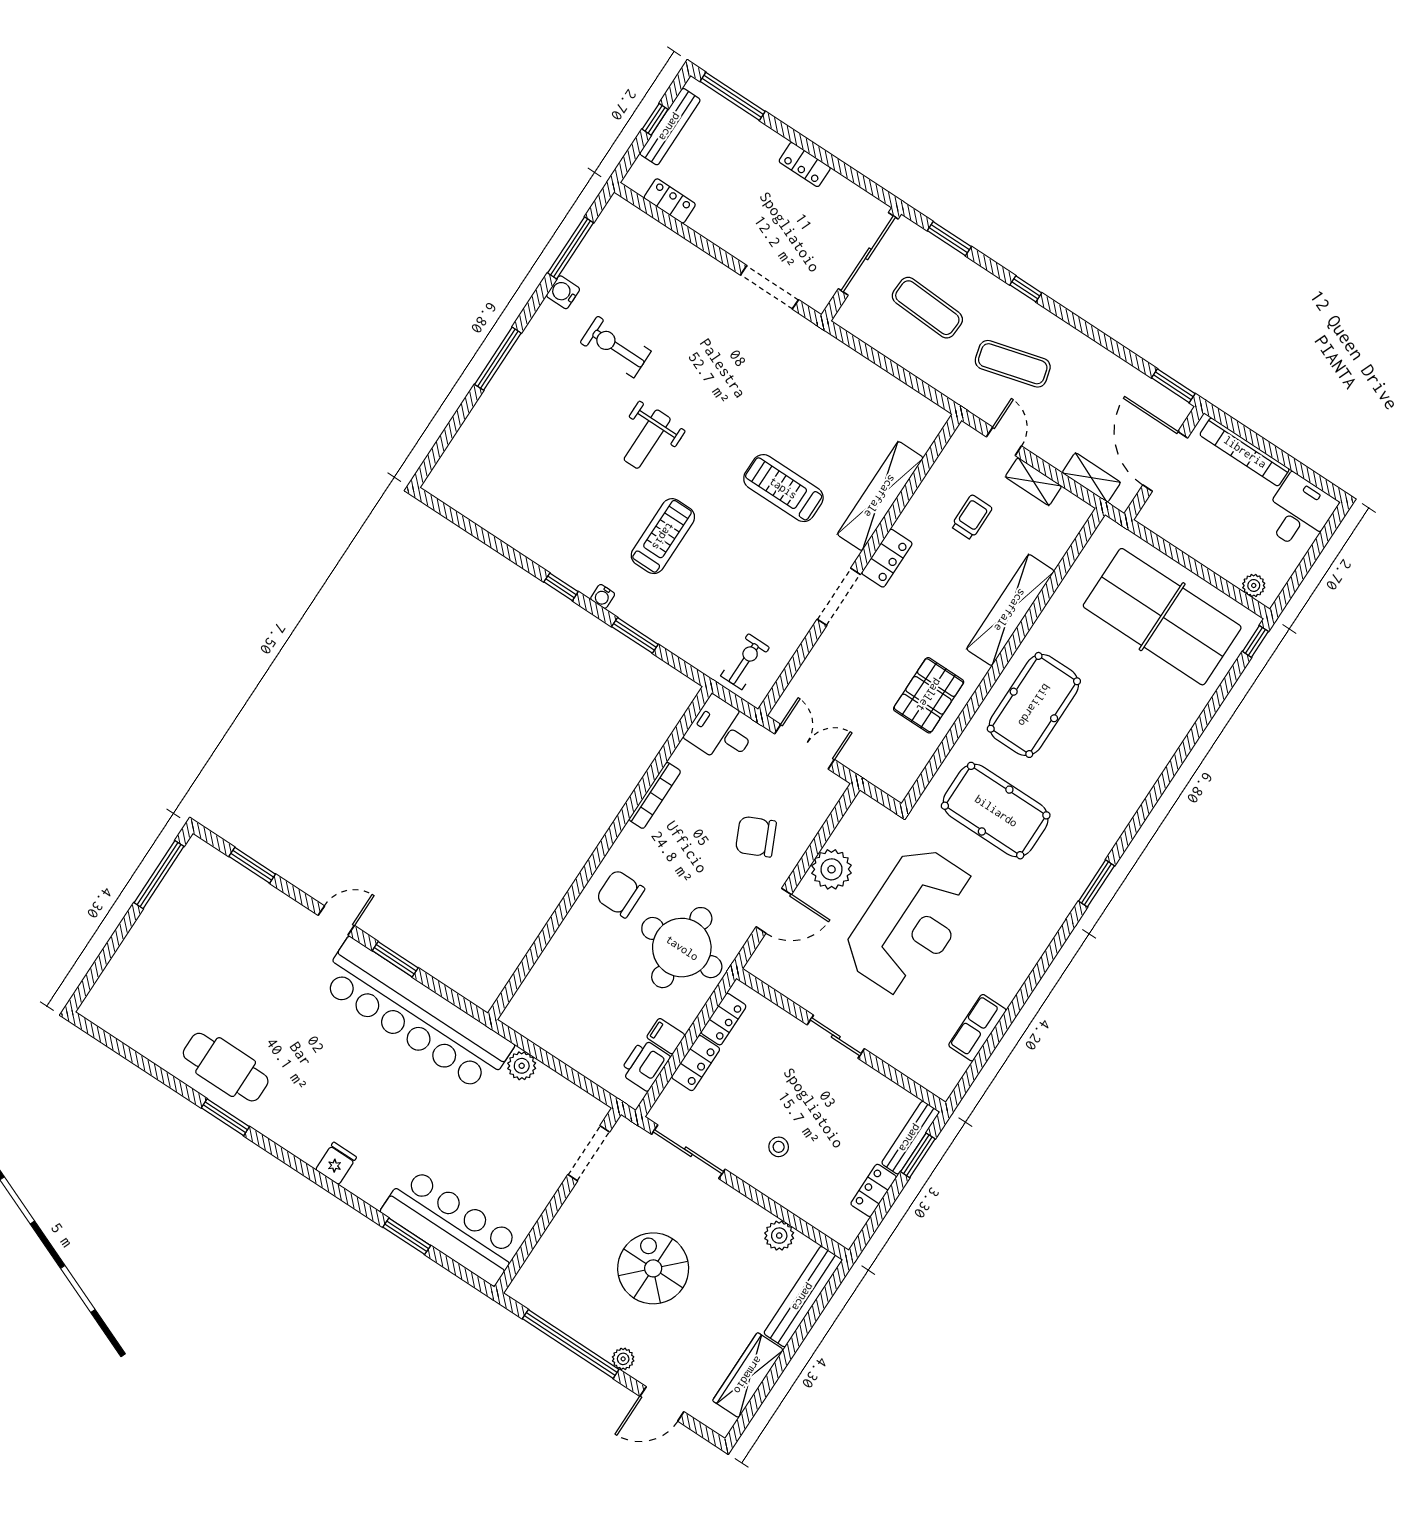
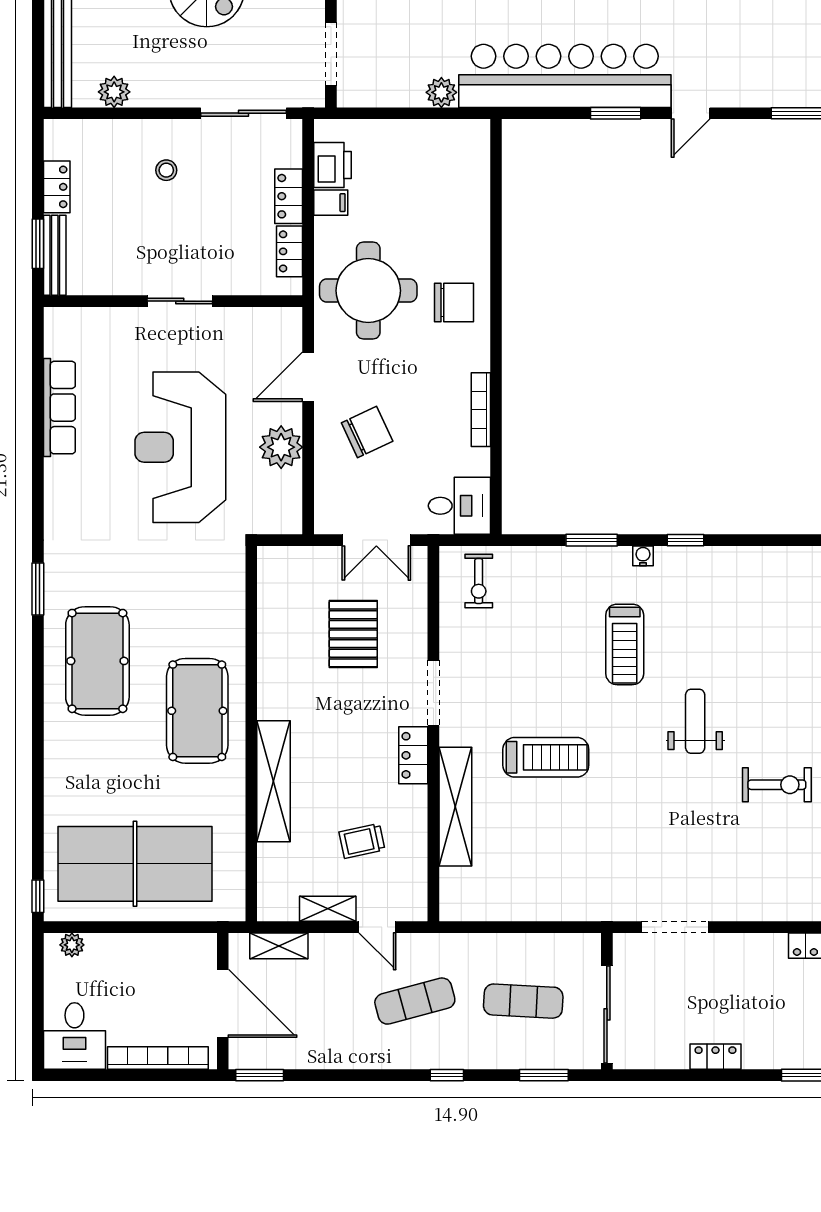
trolley: (972, 517) -> (362, 841), turned 78
pallet: (929, 695) -> (353, 634), moved
pool table: (996, 811) -> (97, 661), moved, turned 90
row of seats: (977, 1028) -> (59, 408), width x1.48

